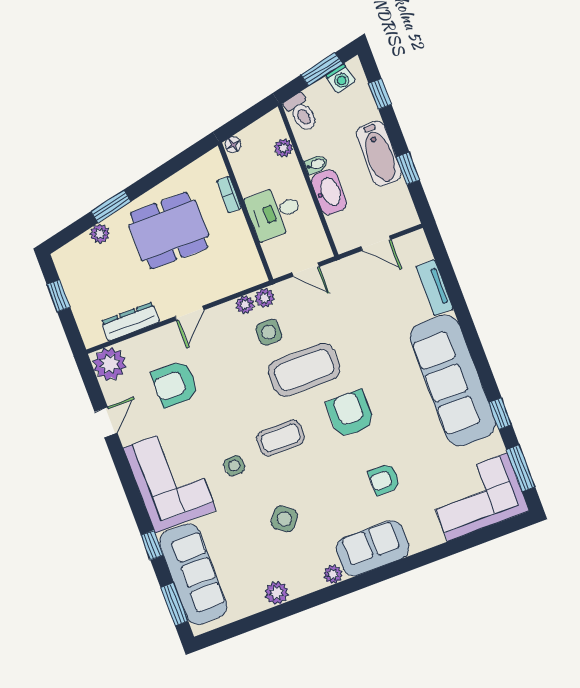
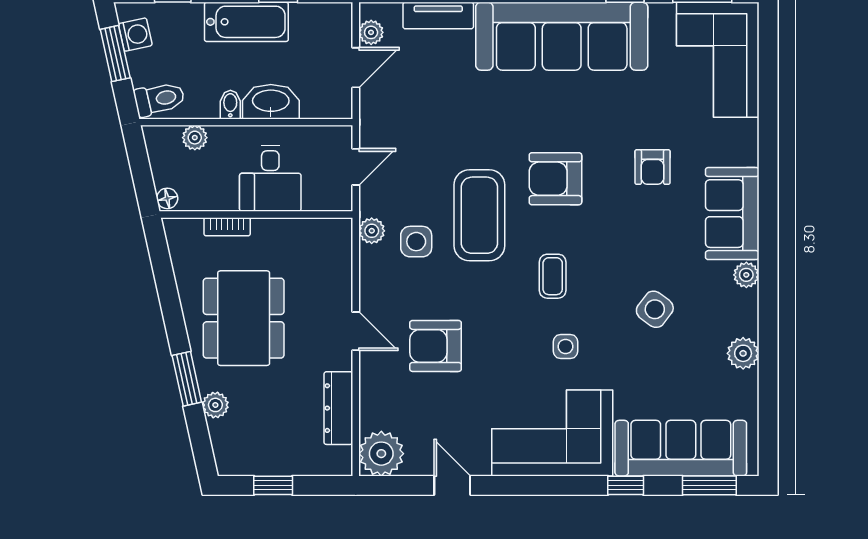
plant: (245, 305) -> (371, 32), moved
armchair: (175, 384) -> (436, 346), moved, turned 90
coffee table: (281, 438) -> (553, 276), width x0.73, depth x0.77

